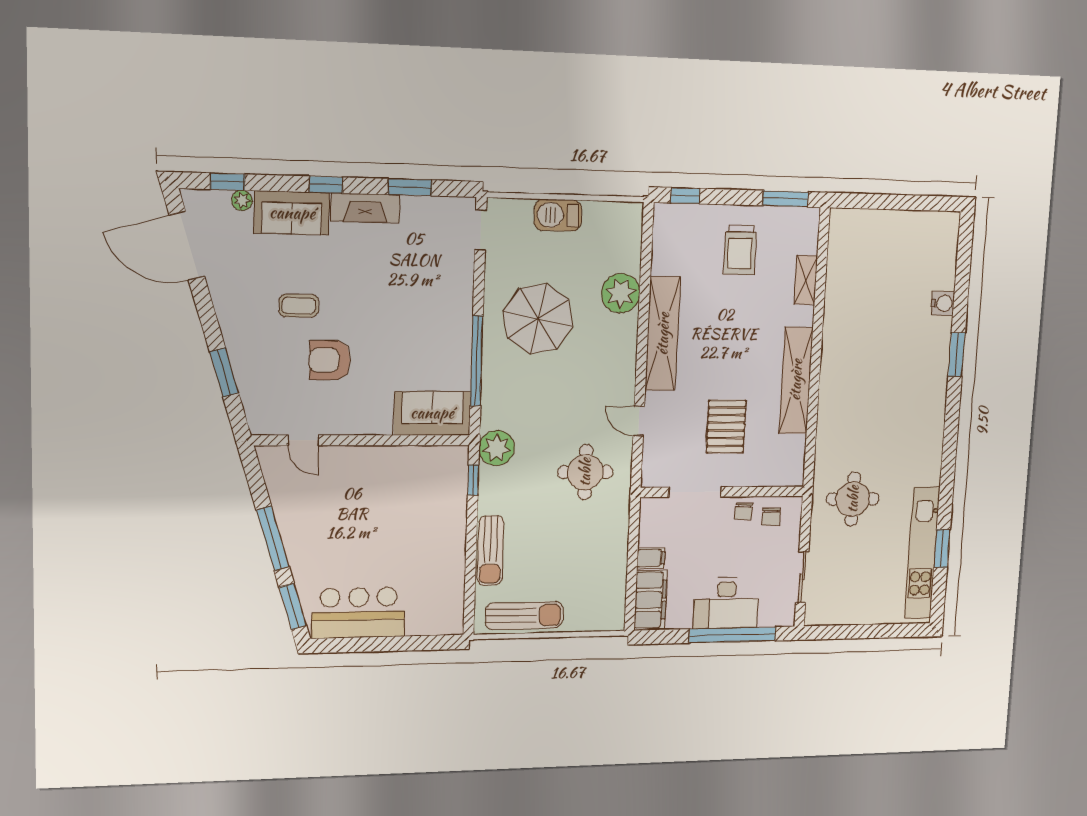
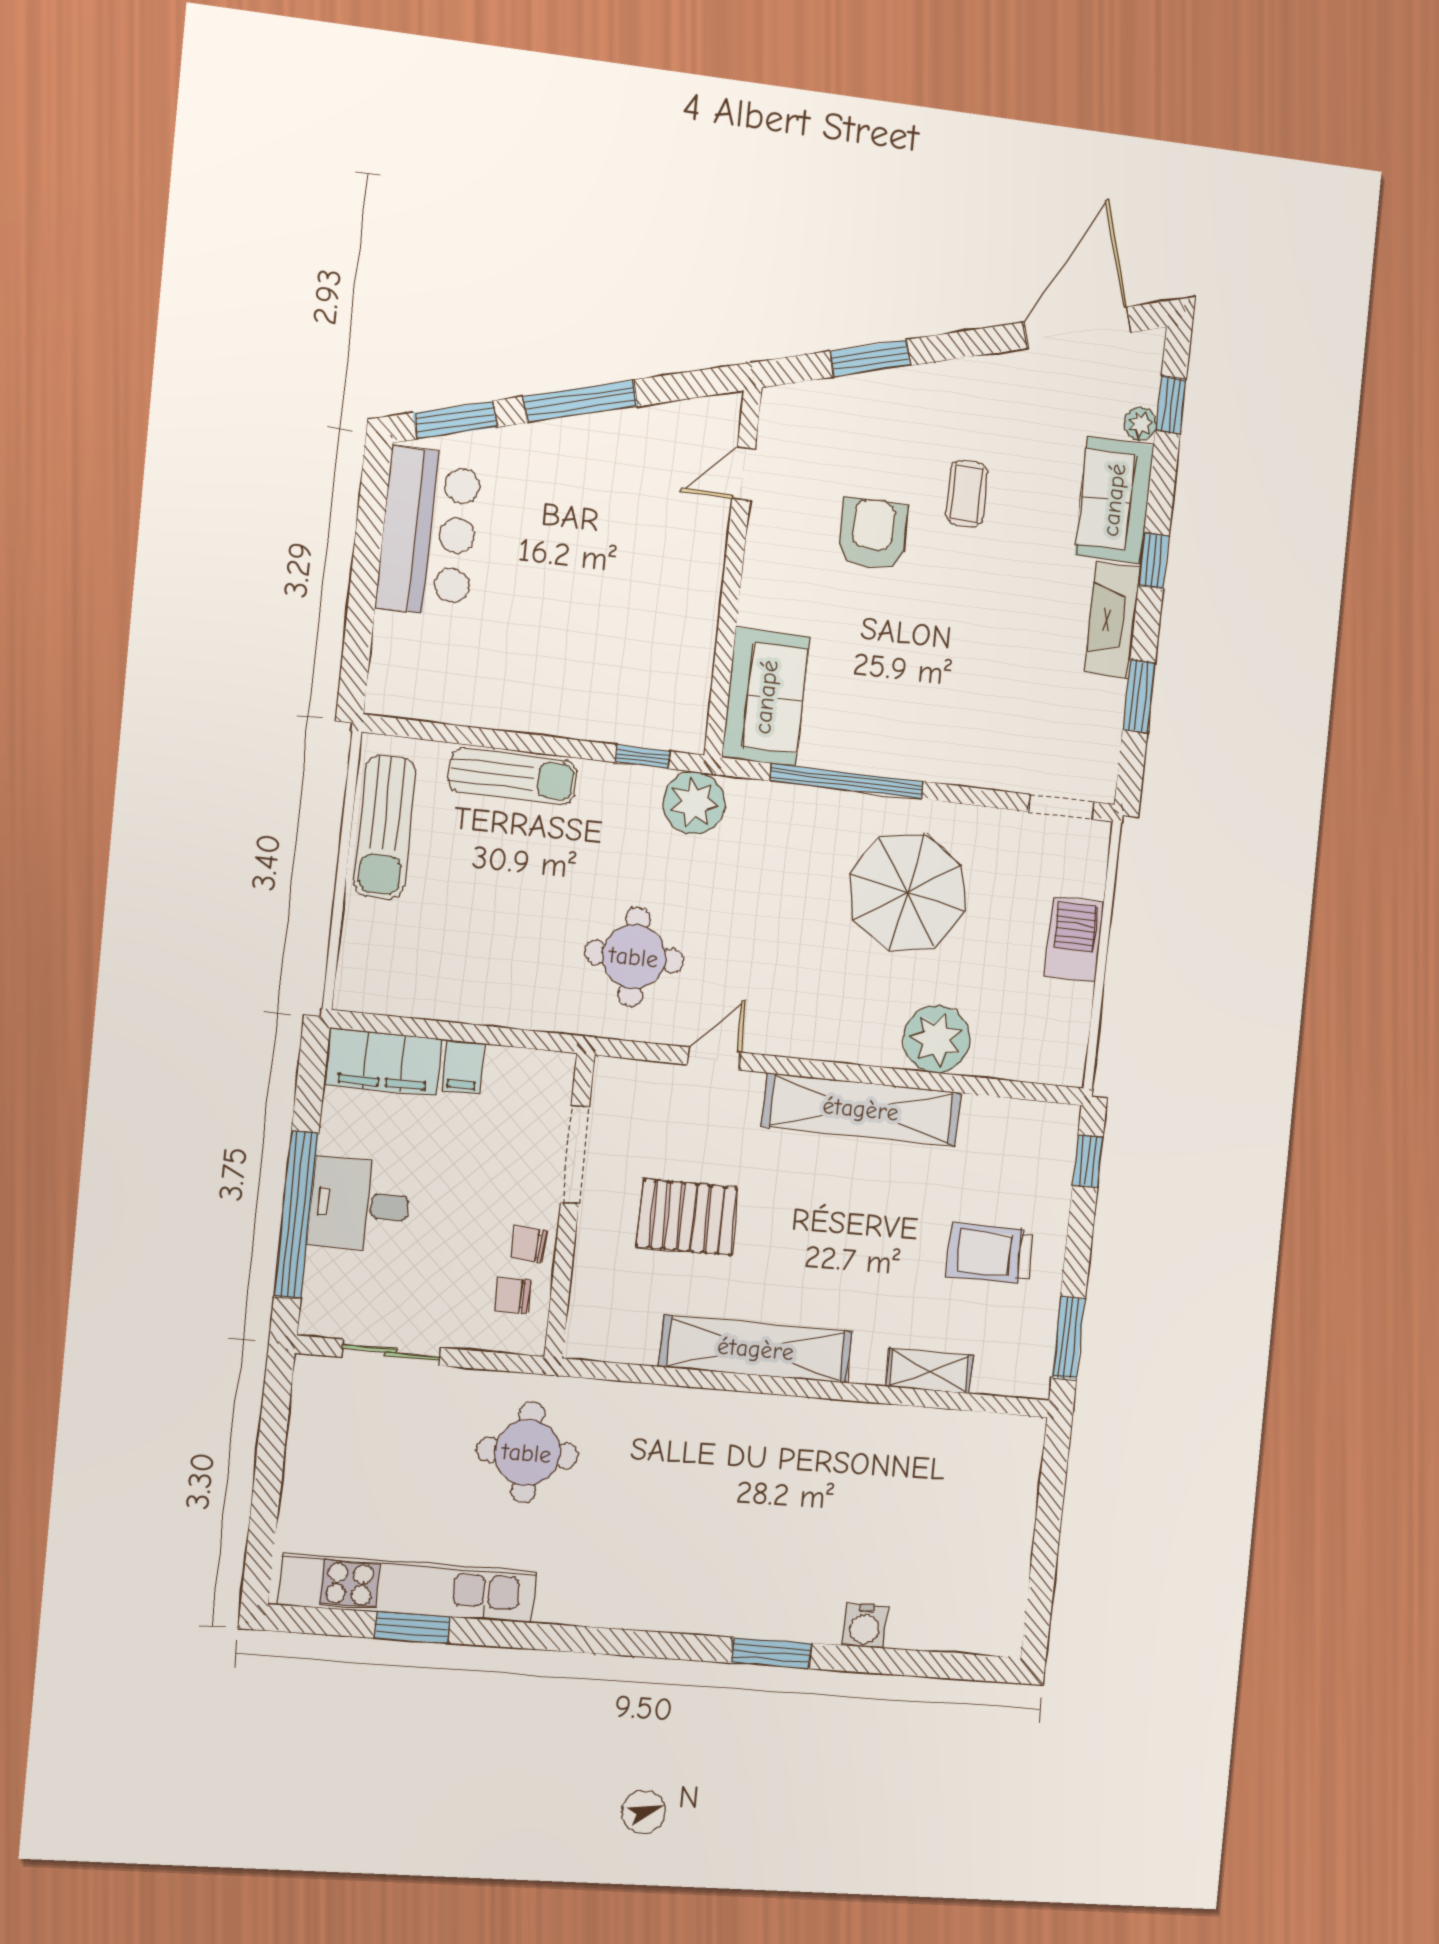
sun lounger: (490, 550) -> (513, 776), turned 180
desk: (726, 603) -> (360, 1205), width x0.73

